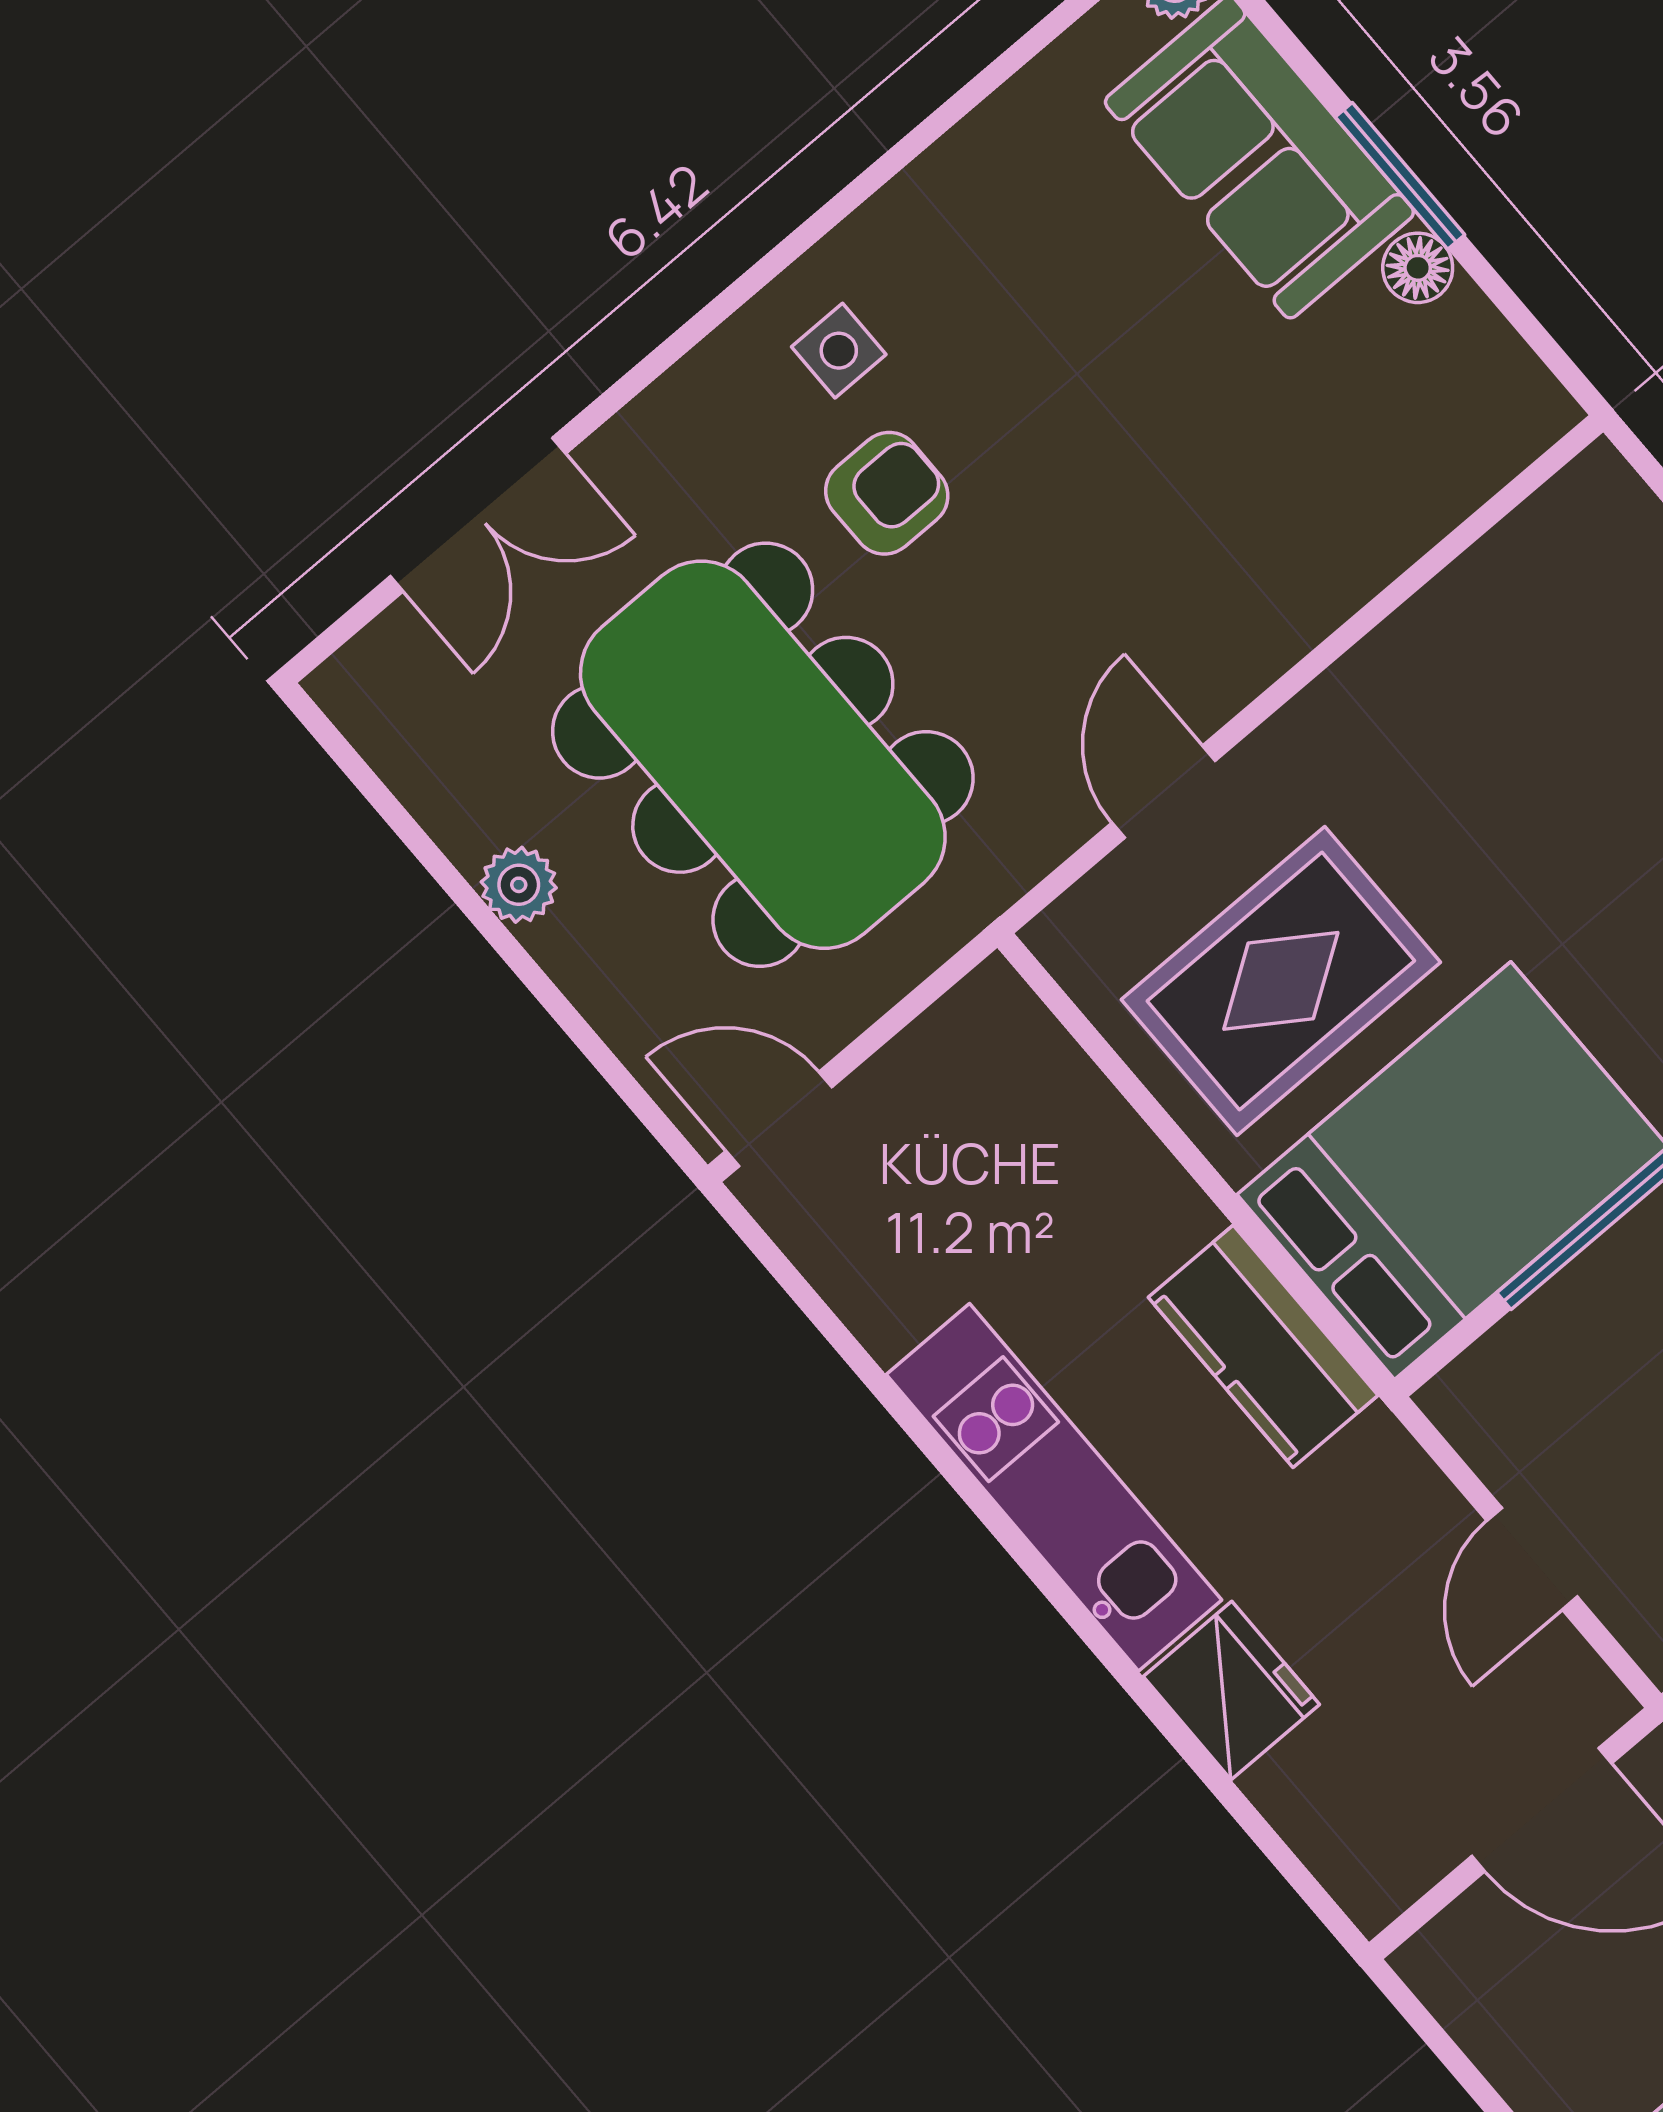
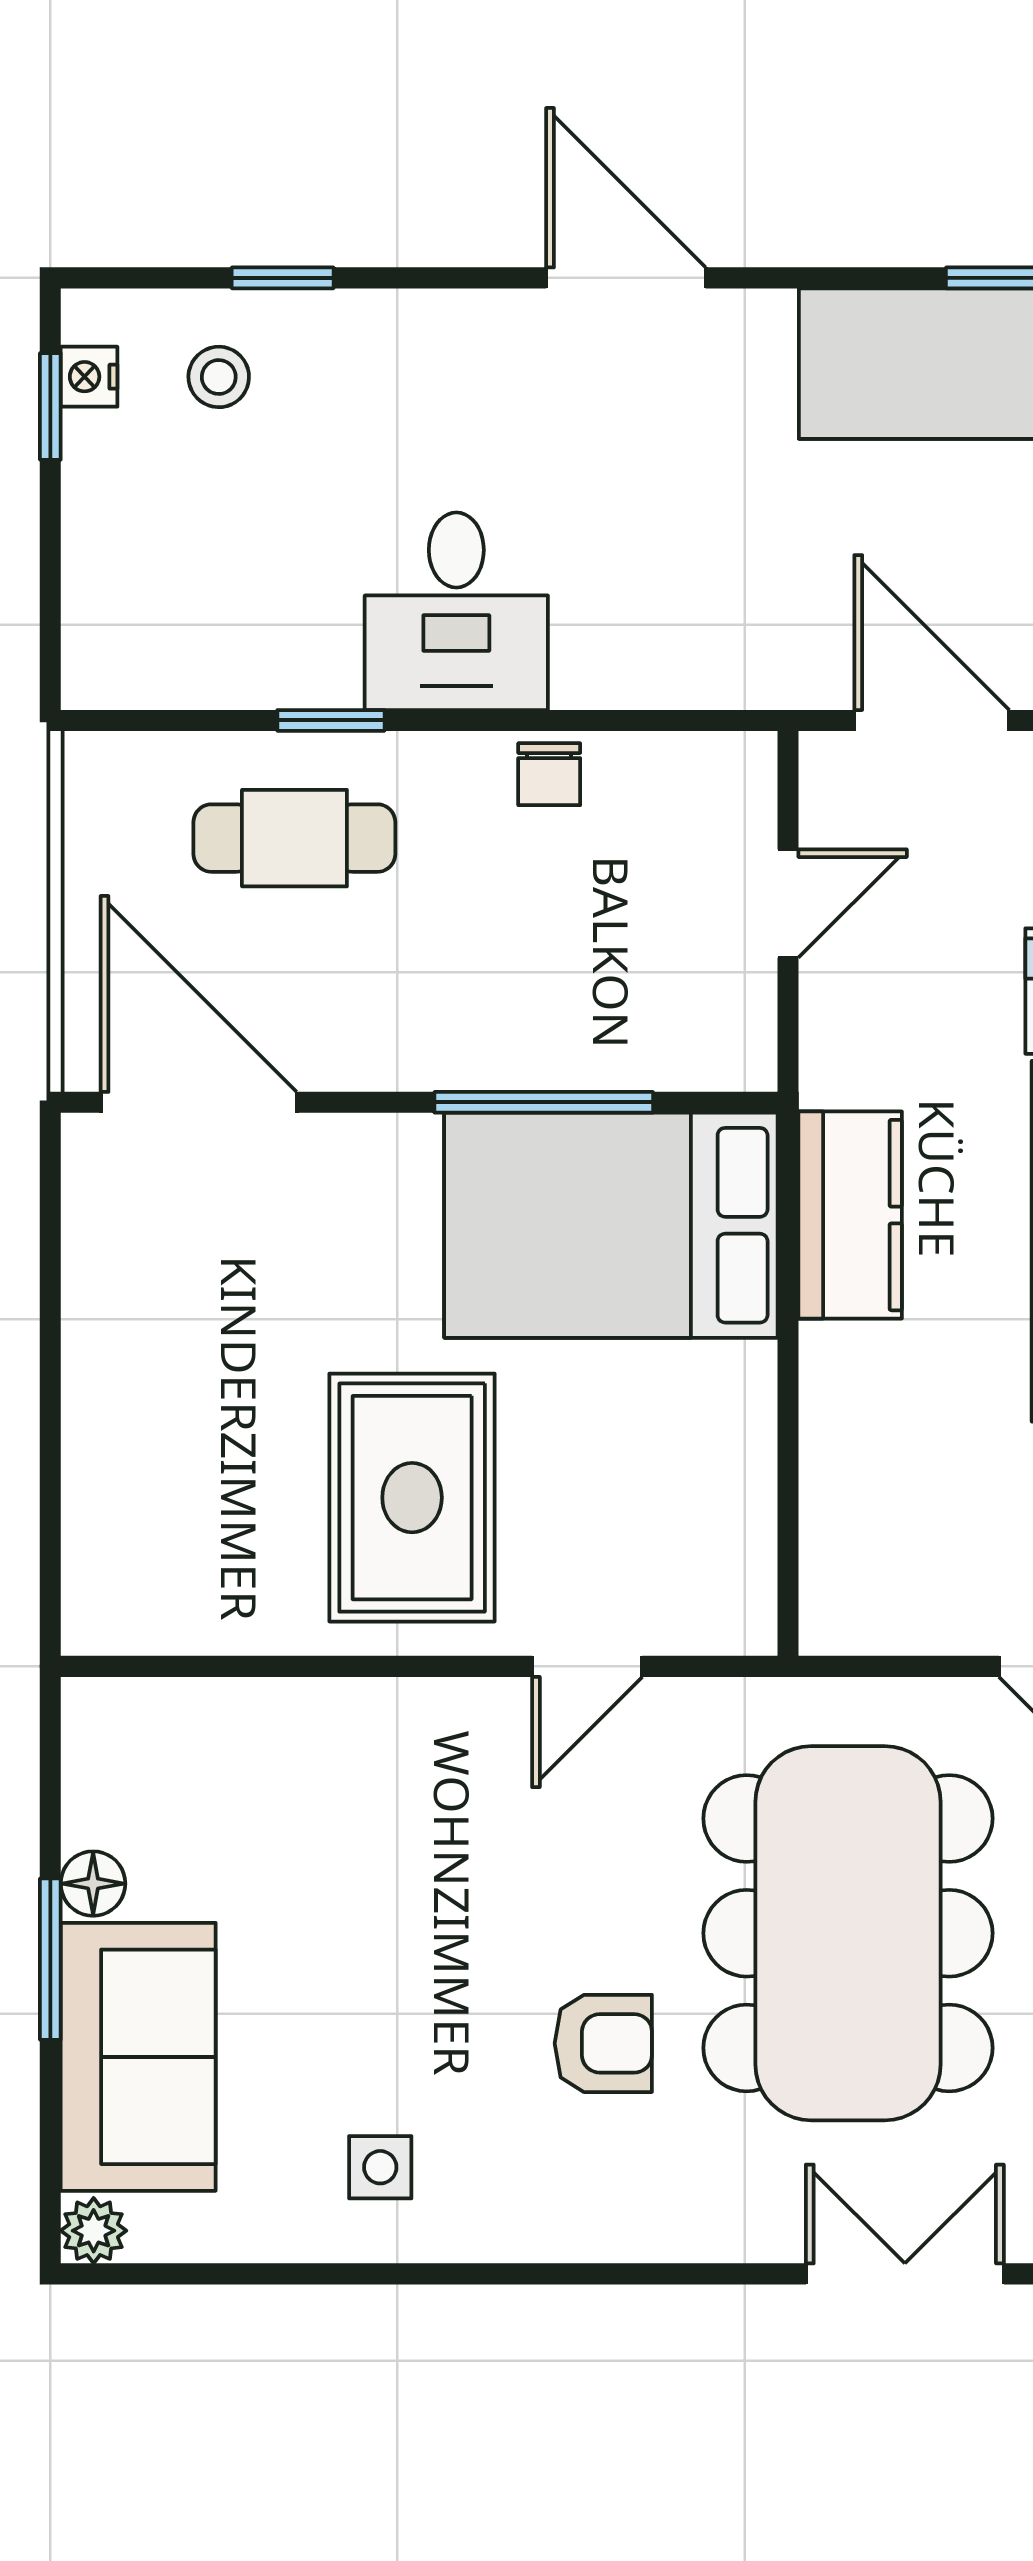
side table: (839, 351) -> (380, 2167), moved
armchair: (887, 493) -> (603, 2043), turned 180
rug: (1281, 981) -> (412, 1498), moved, turned 90

